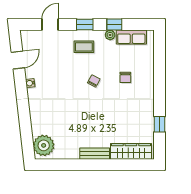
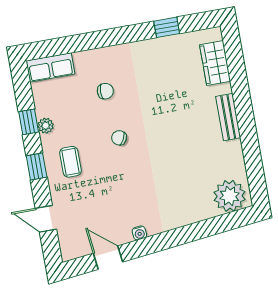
row of seats: (131, 37) -> (50, 67), moved, turned 90
wardrobe: (131, 151) -> (215, 63), width x0.67

